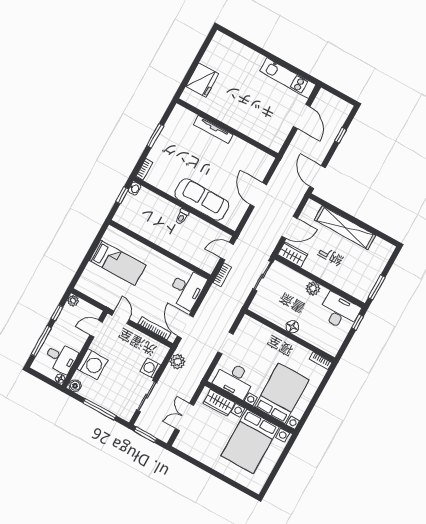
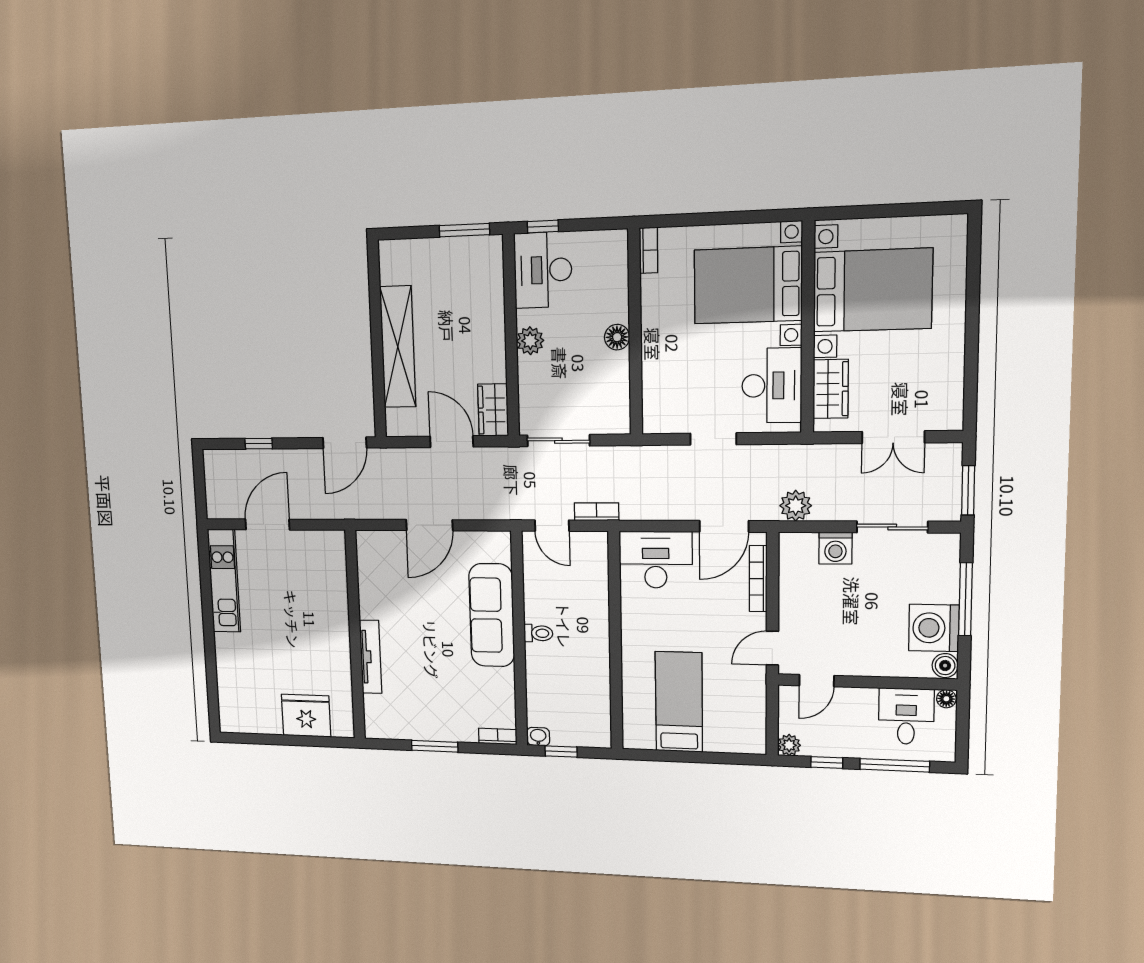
door: (96, 328) -> (817, 681), hinge flipped
washing machine: (92, 364) -> (934, 628), moved, turned -90

